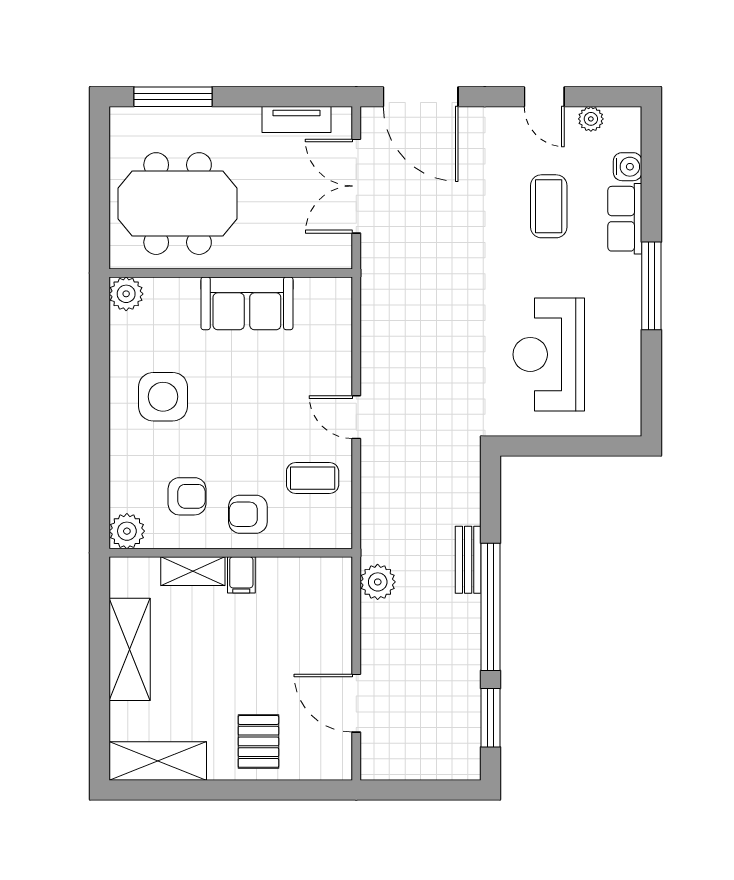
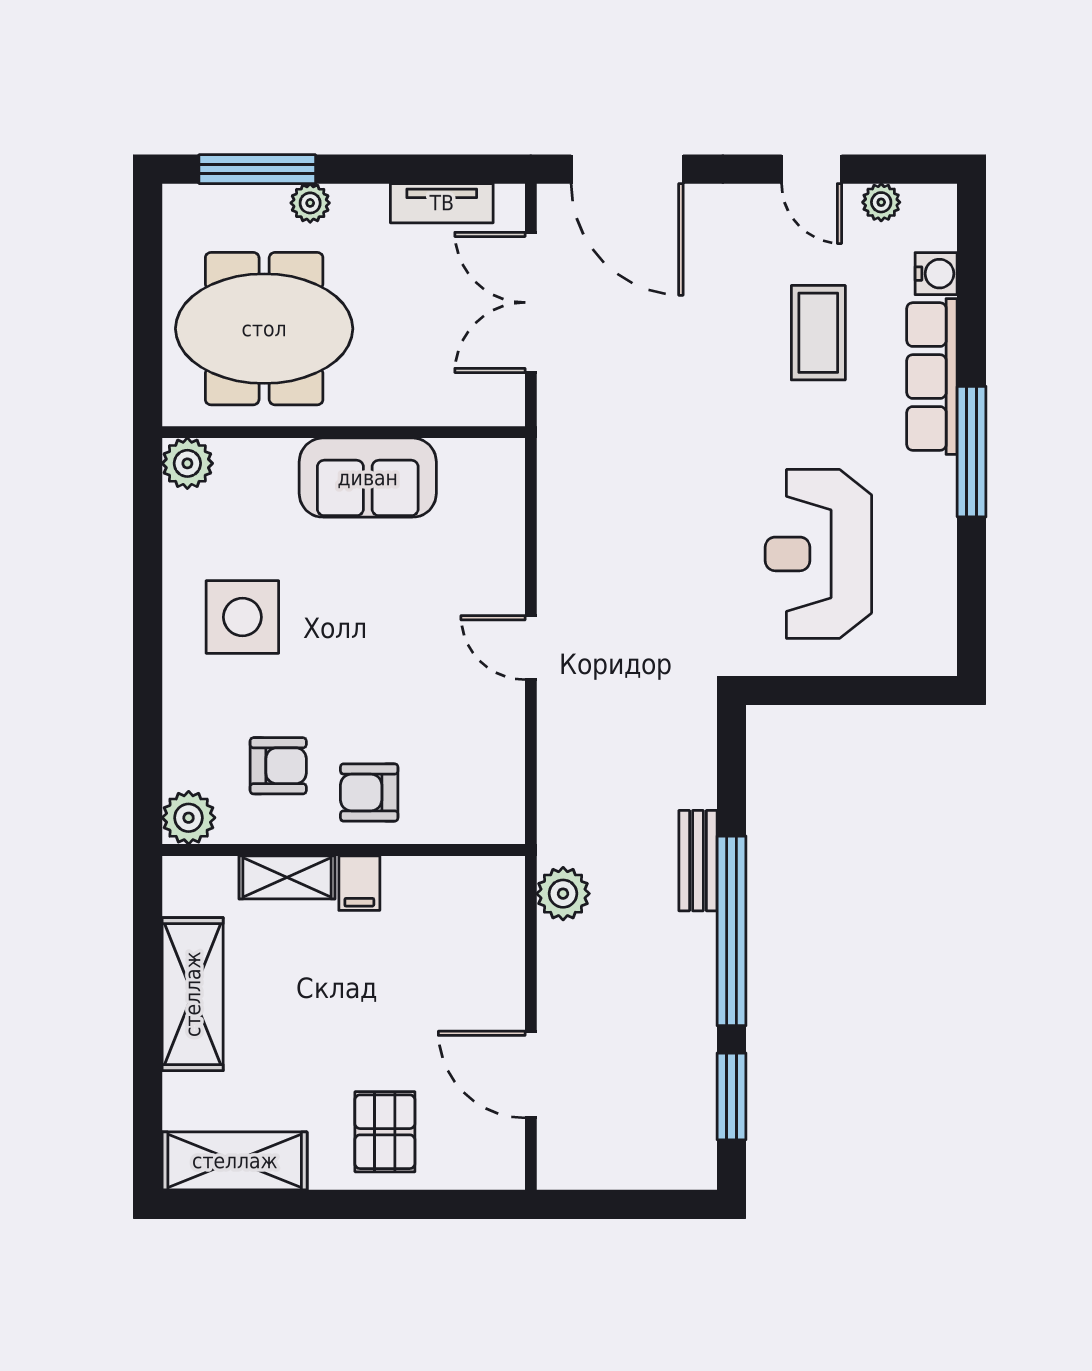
plant: (208, 119) -> (310, 203), added
row of seats: (625, 219) -> (932, 377), width x1.48
coffee table: (313, 478) -> (466, 738), removed

